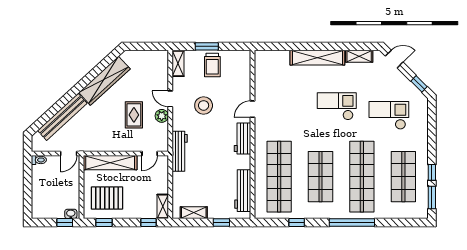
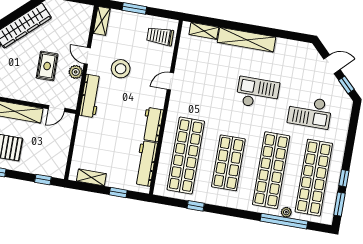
shelving: (359, 56) -> (204, 31), moved
door: (394, 59) -> (332, 64), moved
trolley: (212, 65) -> (160, 36), moved, turned 90
checkout: (389, 115) -> (310, 112), turned 180
workbench: (243, 139) -> (152, 124), moved
workbench: (180, 151) -> (90, 96), moved
shop shelf: (403, 177) -> (314, 178), width x1.40
shelving: (163, 206) -> (61, 165), removed
plant: (383, 214) -> (286, 212), added
window: (352, 223) -> (284, 221), moved

